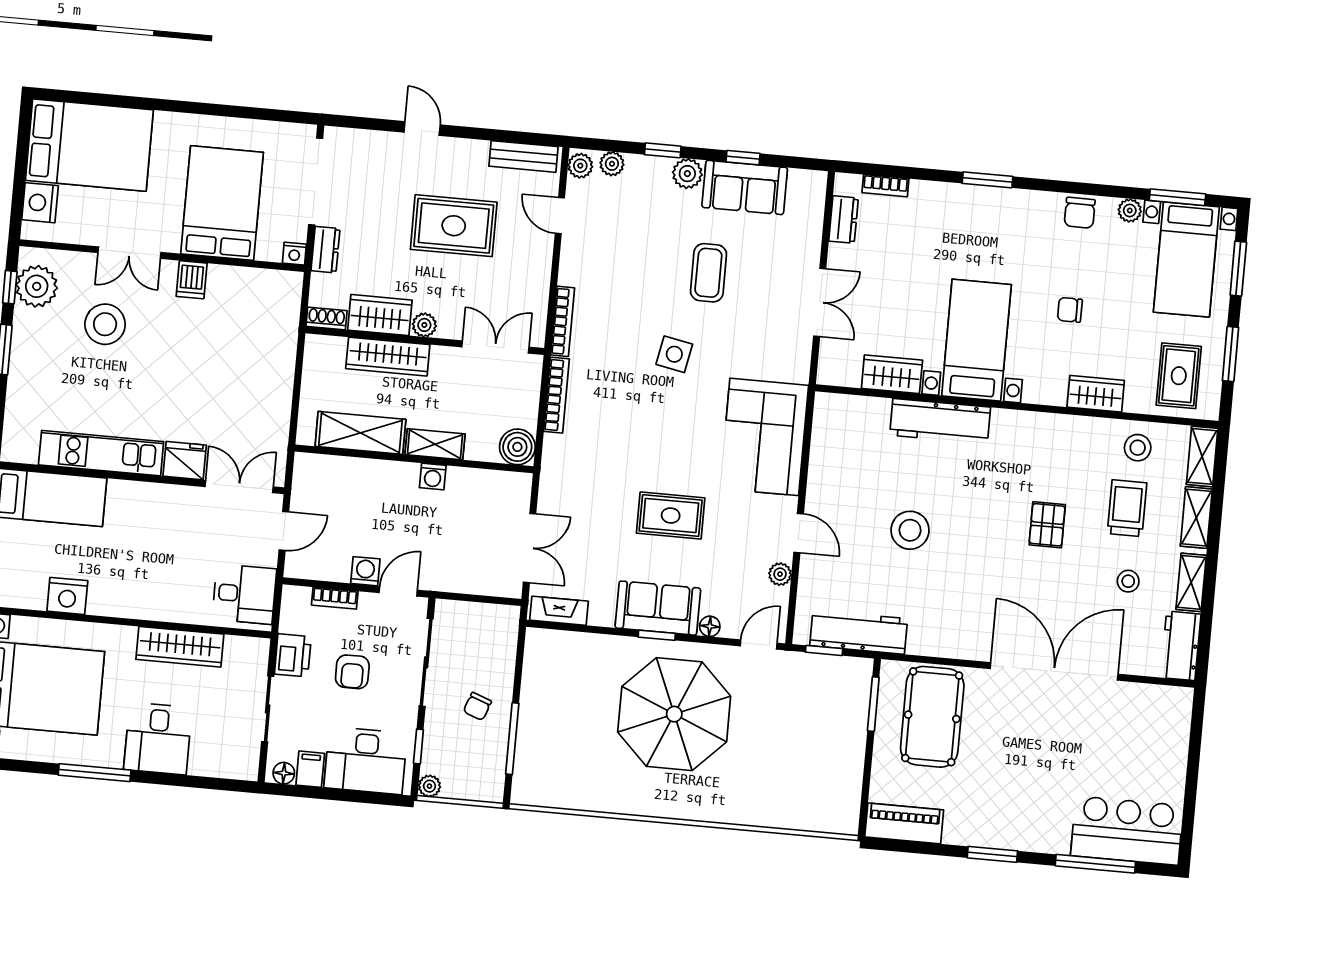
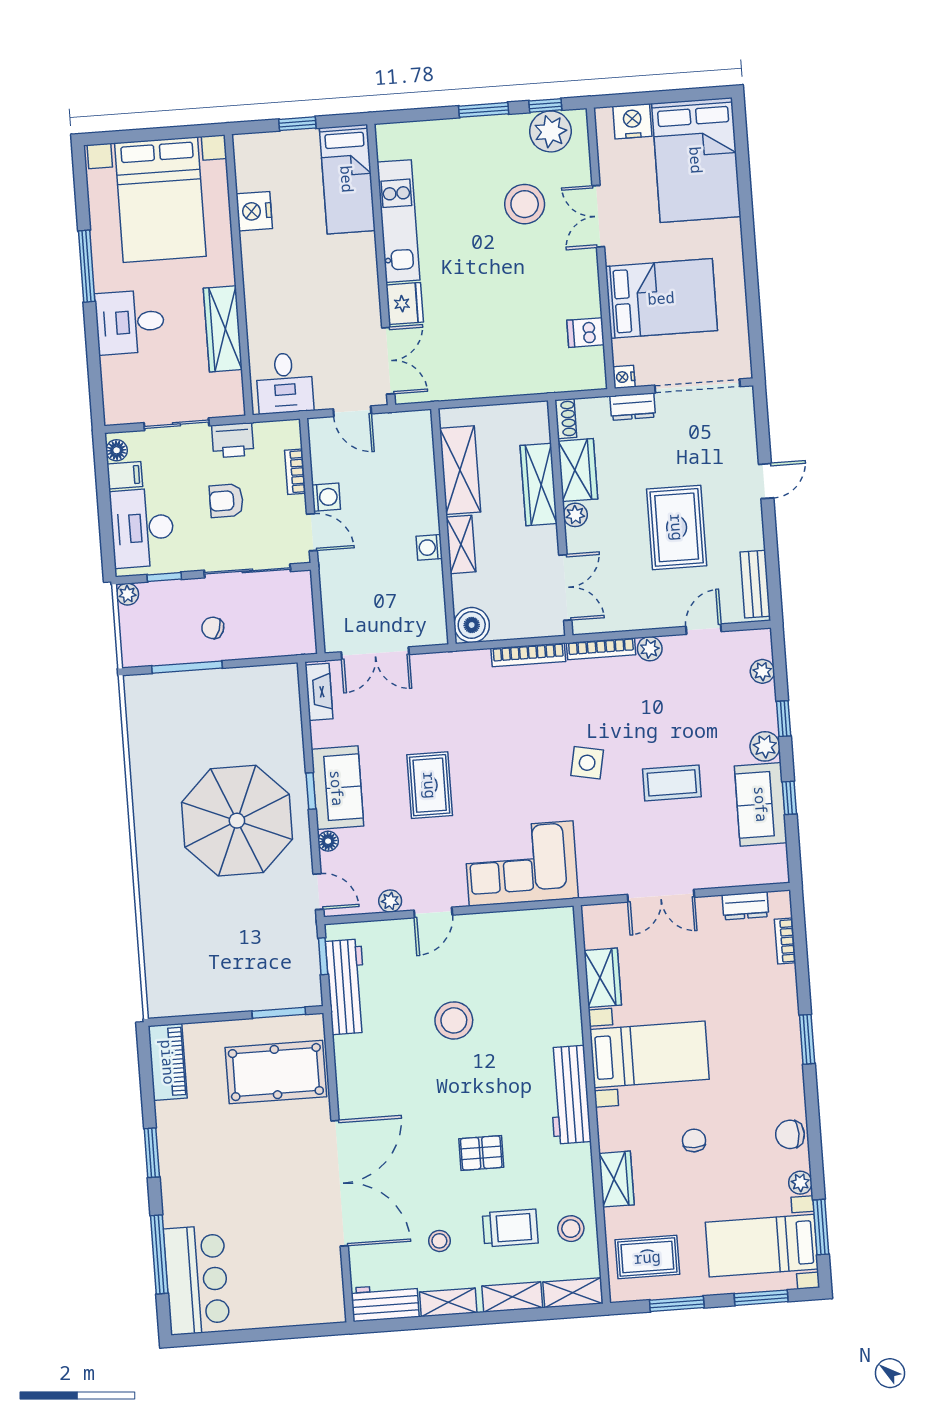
plant: (580, 166) -> (650, 649), moved
dishwasher: (192, 280) -> (586, 333), moved
workbench: (940, 421) -> (569, 1095), moved

